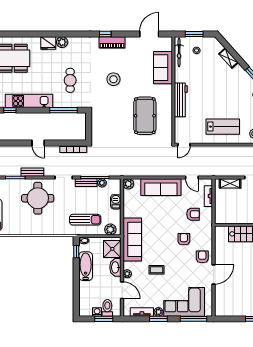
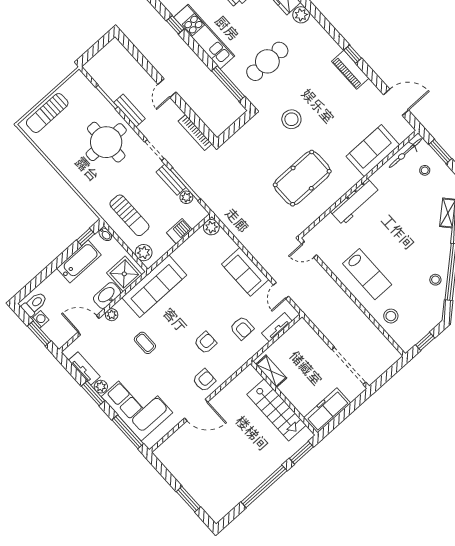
stool: (113, 79) -> (291, 119), moved
cafe table: (70, 80) -> (267, 61), width x1.37, depth x1.35
shelving: (230, 183) -> (271, 371), moved
sofa: (161, 187) -> (245, 272), width x0.73
door: (122, 290) -> (88, 325), swing flipped
toilet: (107, 308) -> (34, 304), moved

